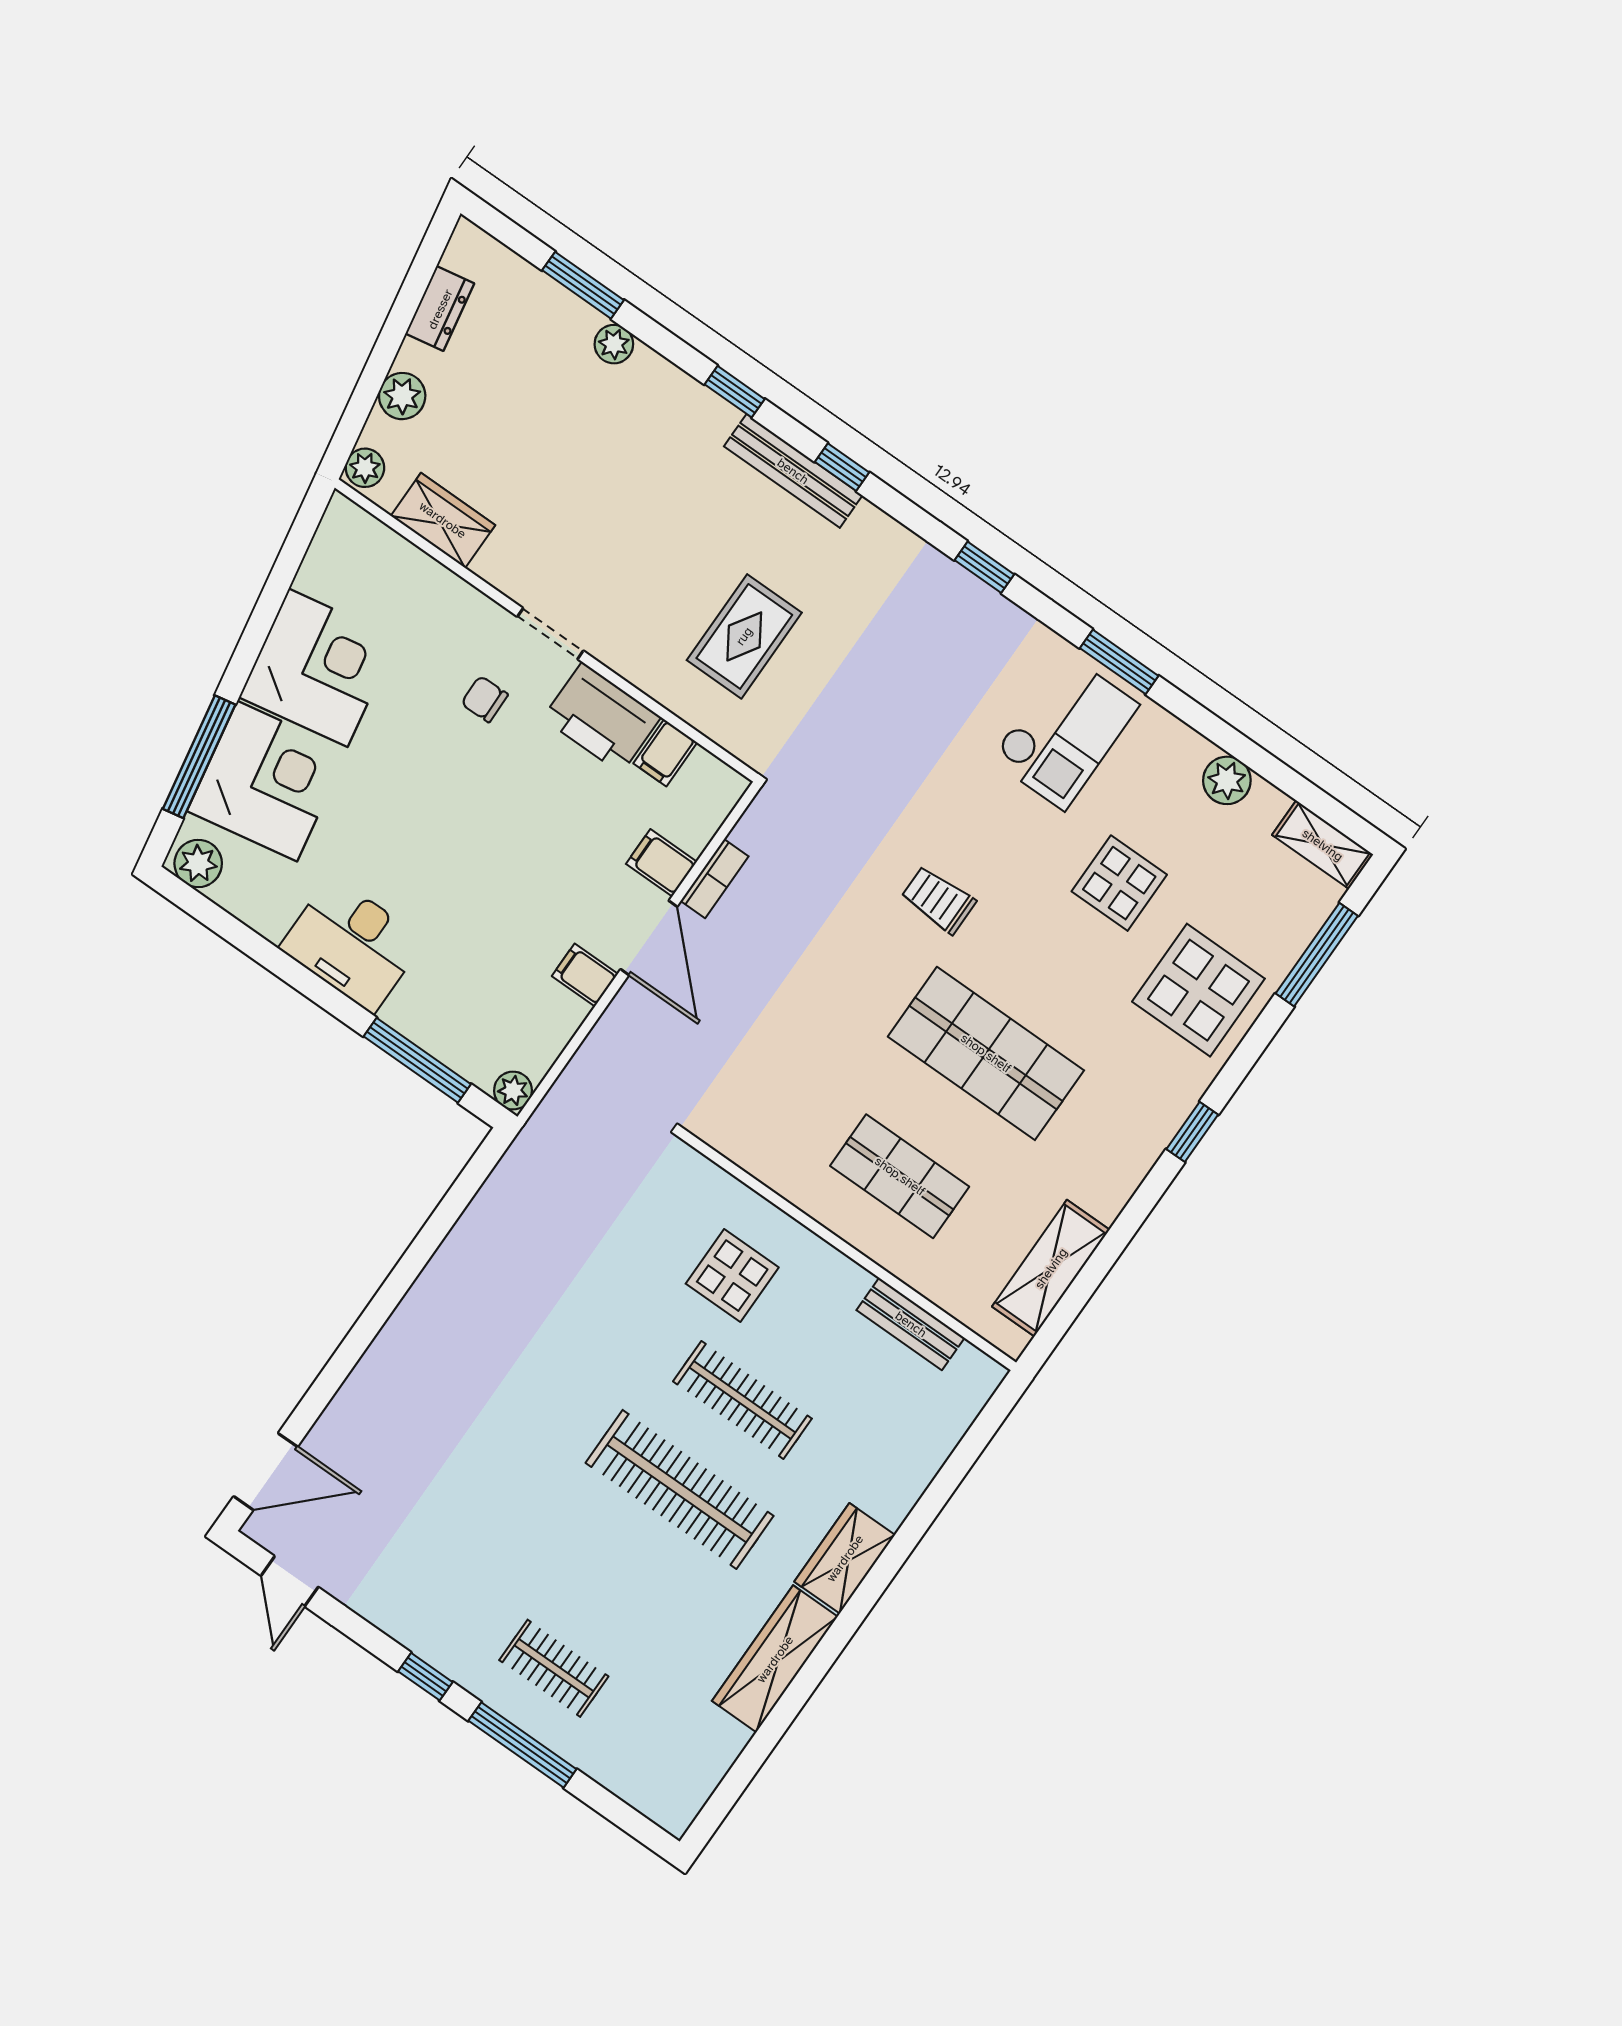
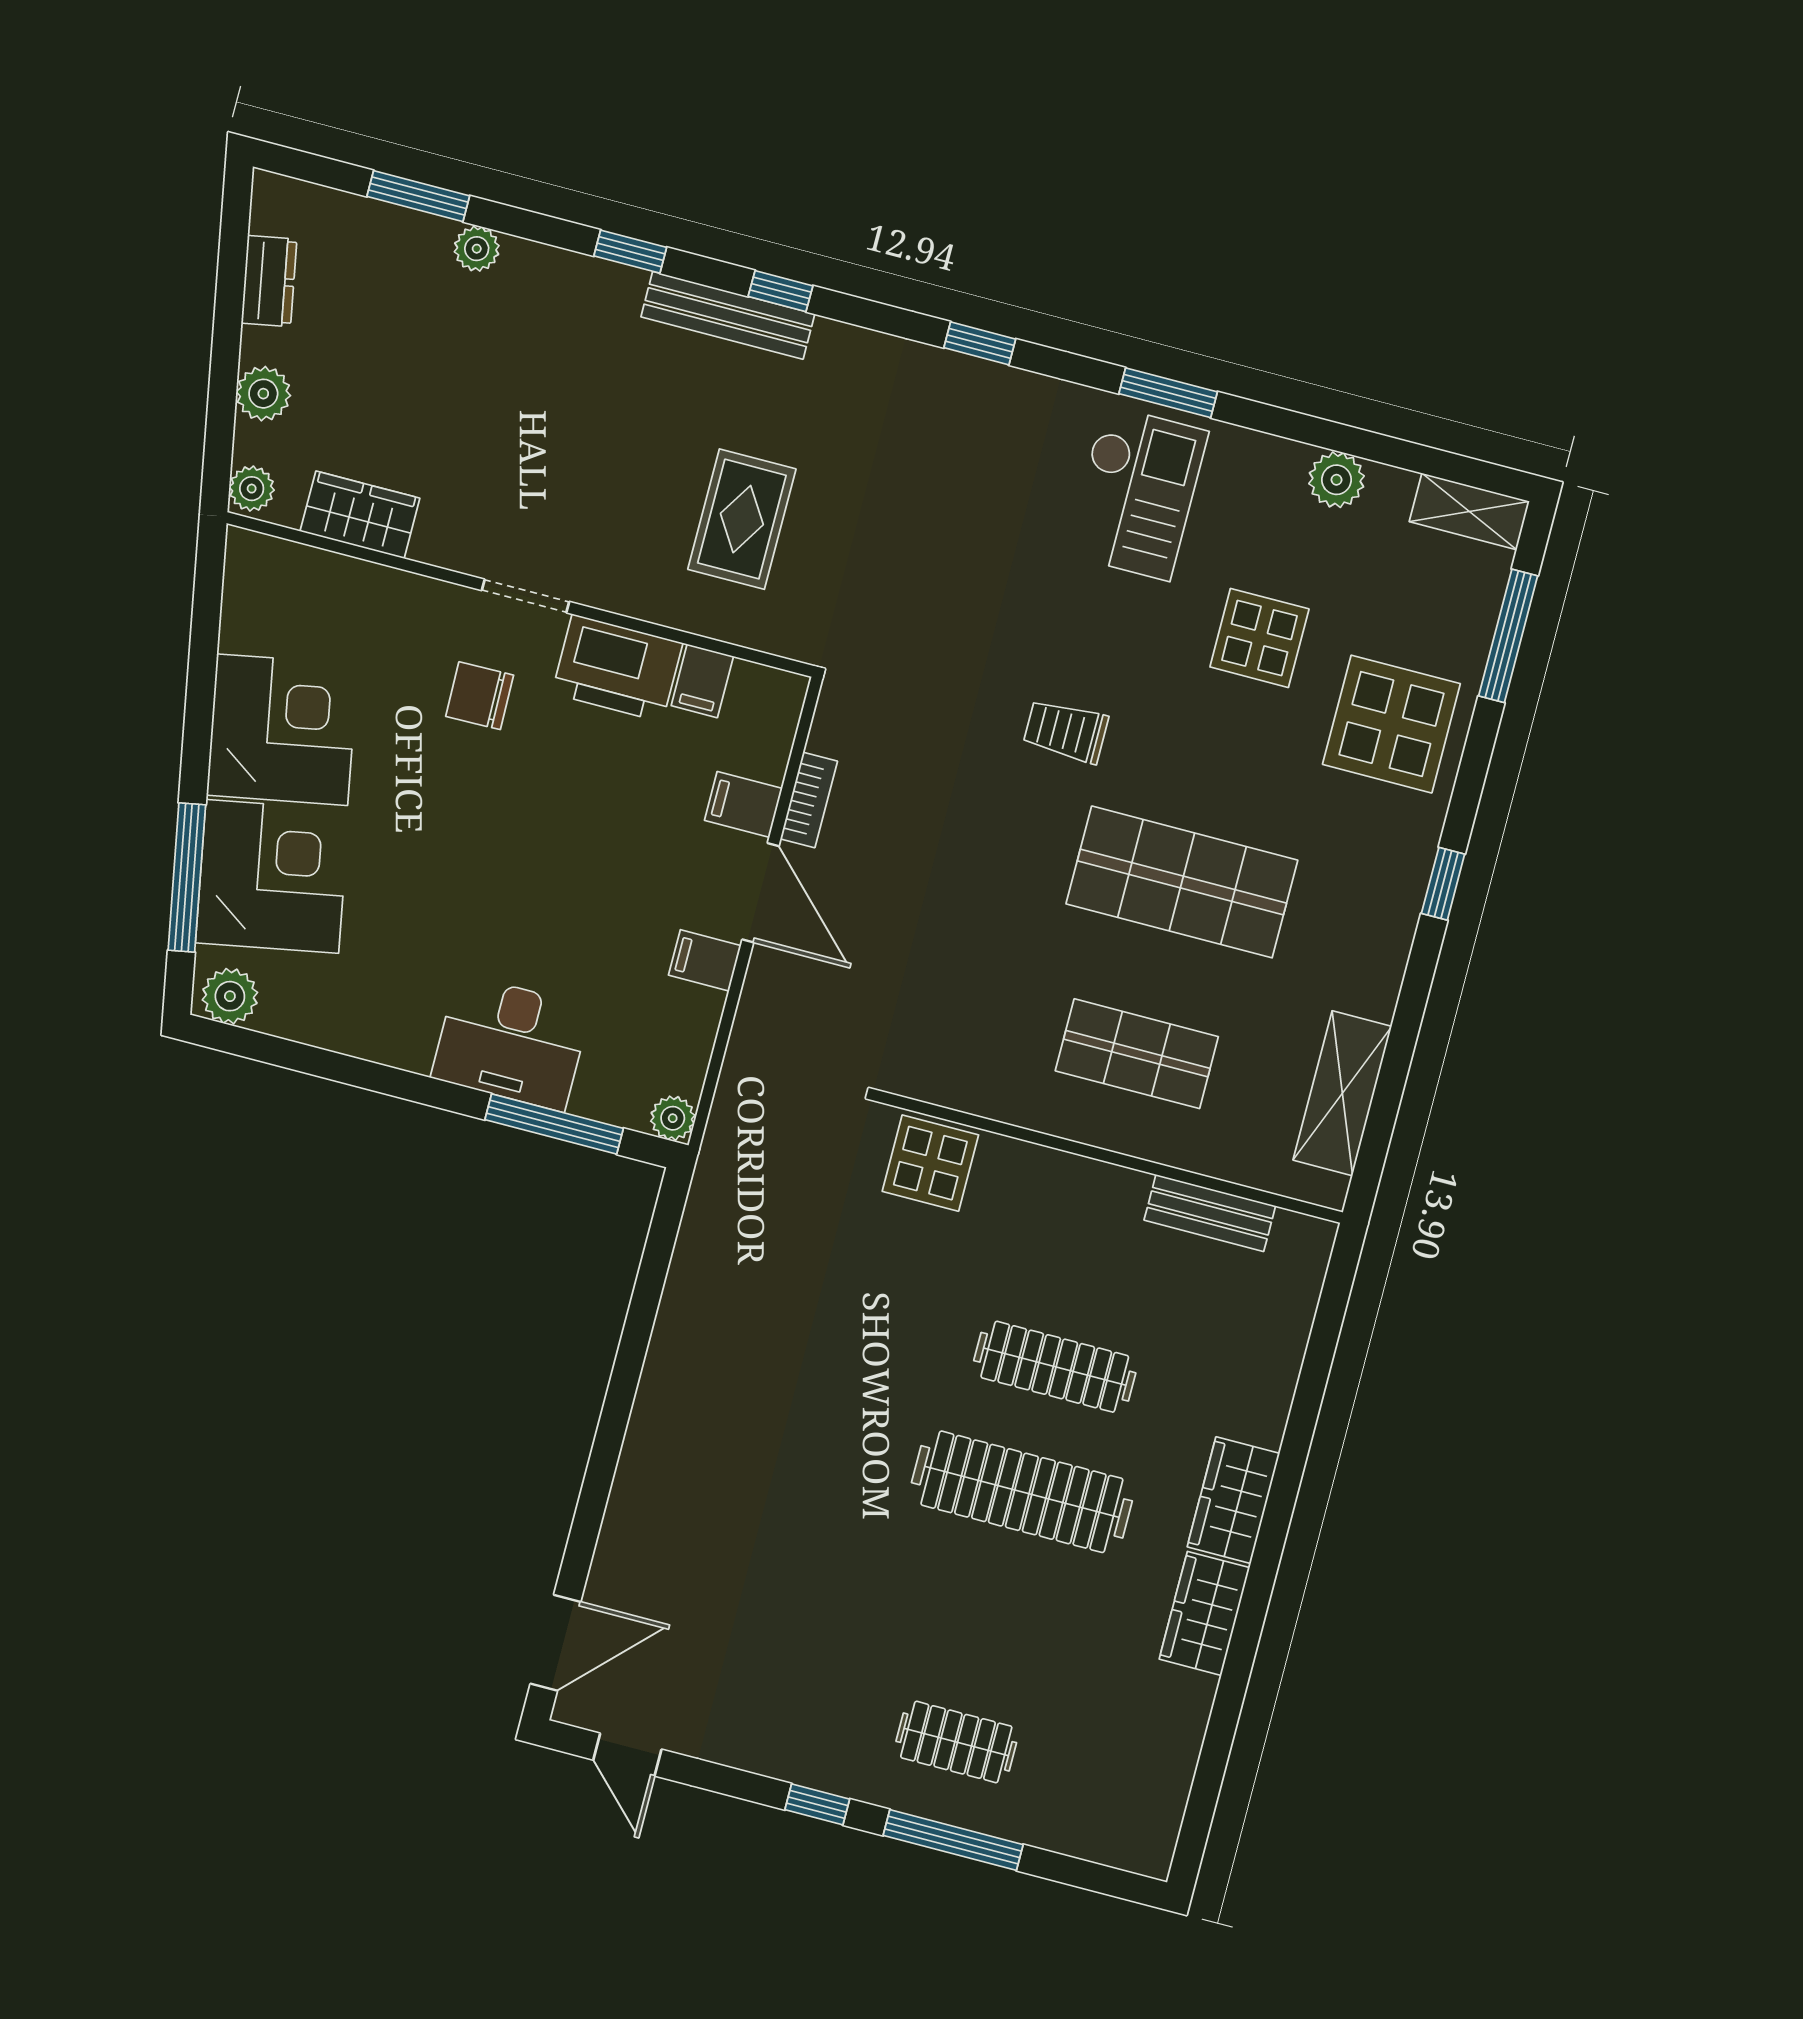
chair: (485, 699) -> (480, 696), width x1.37, depth x1.37
desk: (352, 944) -> (511, 1042), moved
display table: (732, 1276) -> (930, 1163), moved
wardrobe: (775, 1659) -> (1204, 1613), width x0.67

